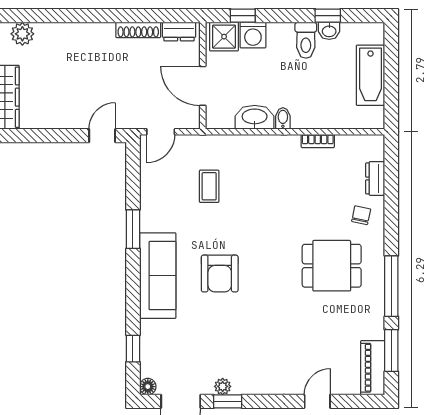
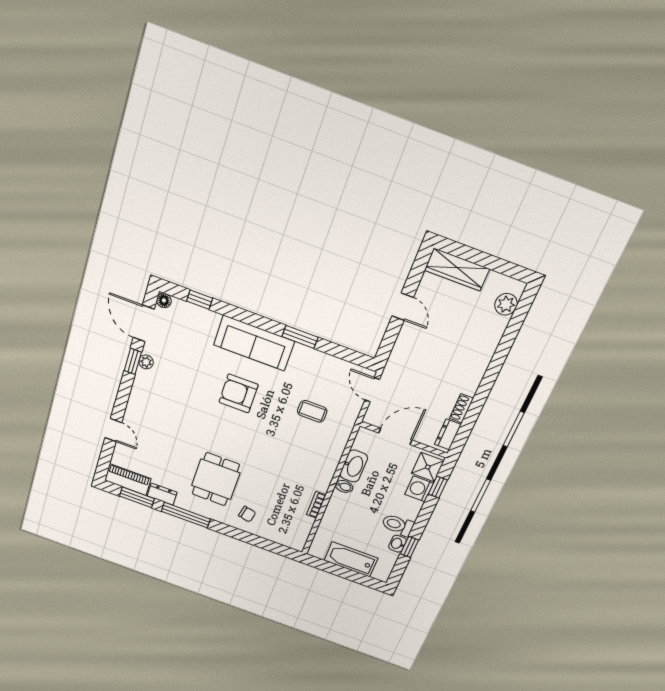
shoe rack: (138, 30) -> (461, 408), width x0.70
door: (102, 136) -> (403, 307), moved
dresser: (375, 178) -> (162, 494), moved

